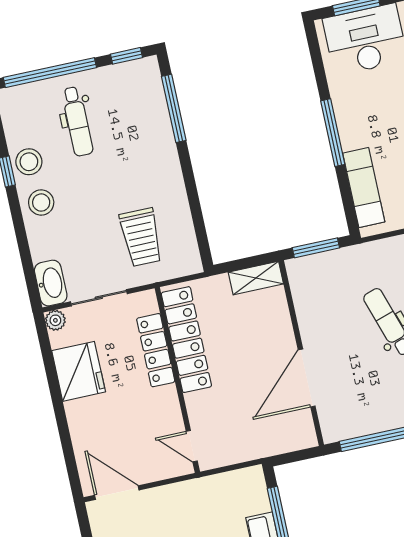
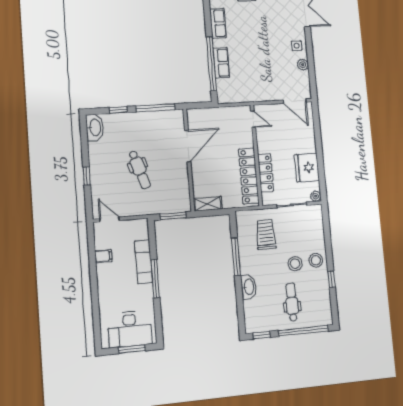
window: (174, 108) -> (236, 257), moved
stool: (29, 162) -> (295, 264), moved
exam couch: (364, 188) -> (144, 262), moved
washbasin: (51, 283) -> (249, 287), moved, turned 180

